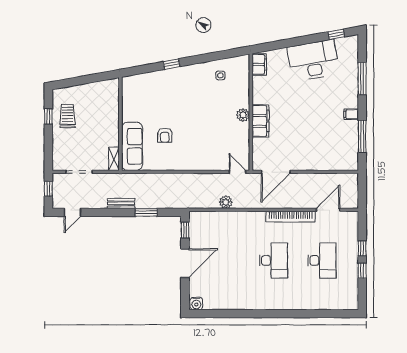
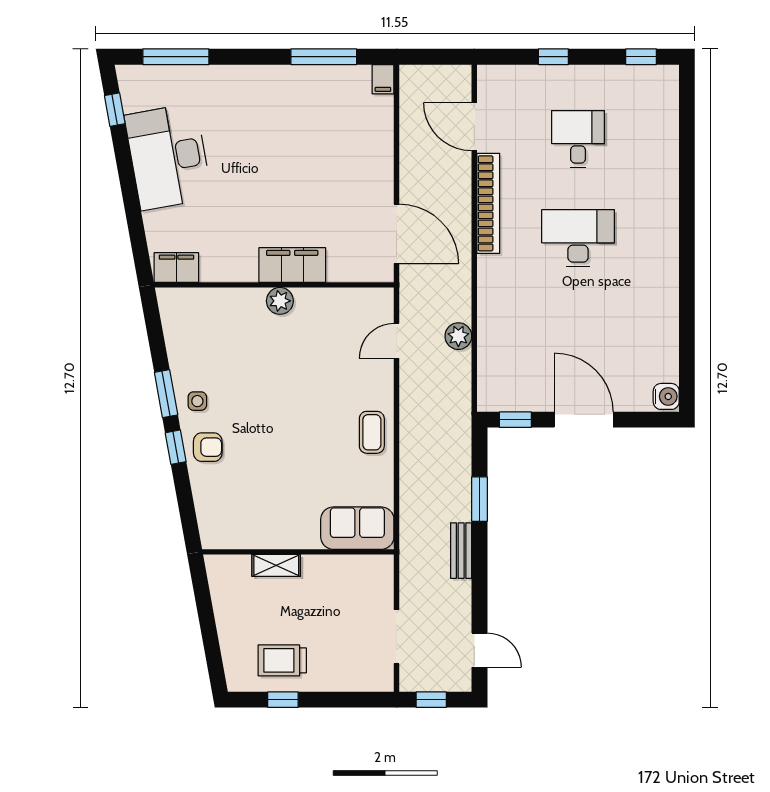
window: (198, 59) -> (166, 394), added
side table: (220, 75) -> (197, 401), moved
window: (362, 79) -> (176, 57), moved
filing cabinet: (351, 114) -> (383, 79), moved
armchair: (165, 135) -> (208, 447), moved
sofa: (132, 146) -> (357, 528), width x0.73
shelving: (114, 159) -> (276, 565), moved
coffee table: (179, 160) -> (372, 432), added
door: (238, 172) -> (397, 341), moved
desk: (322, 260) -> (578, 139), width x0.73
window: (362, 271) -> (641, 57), moved

